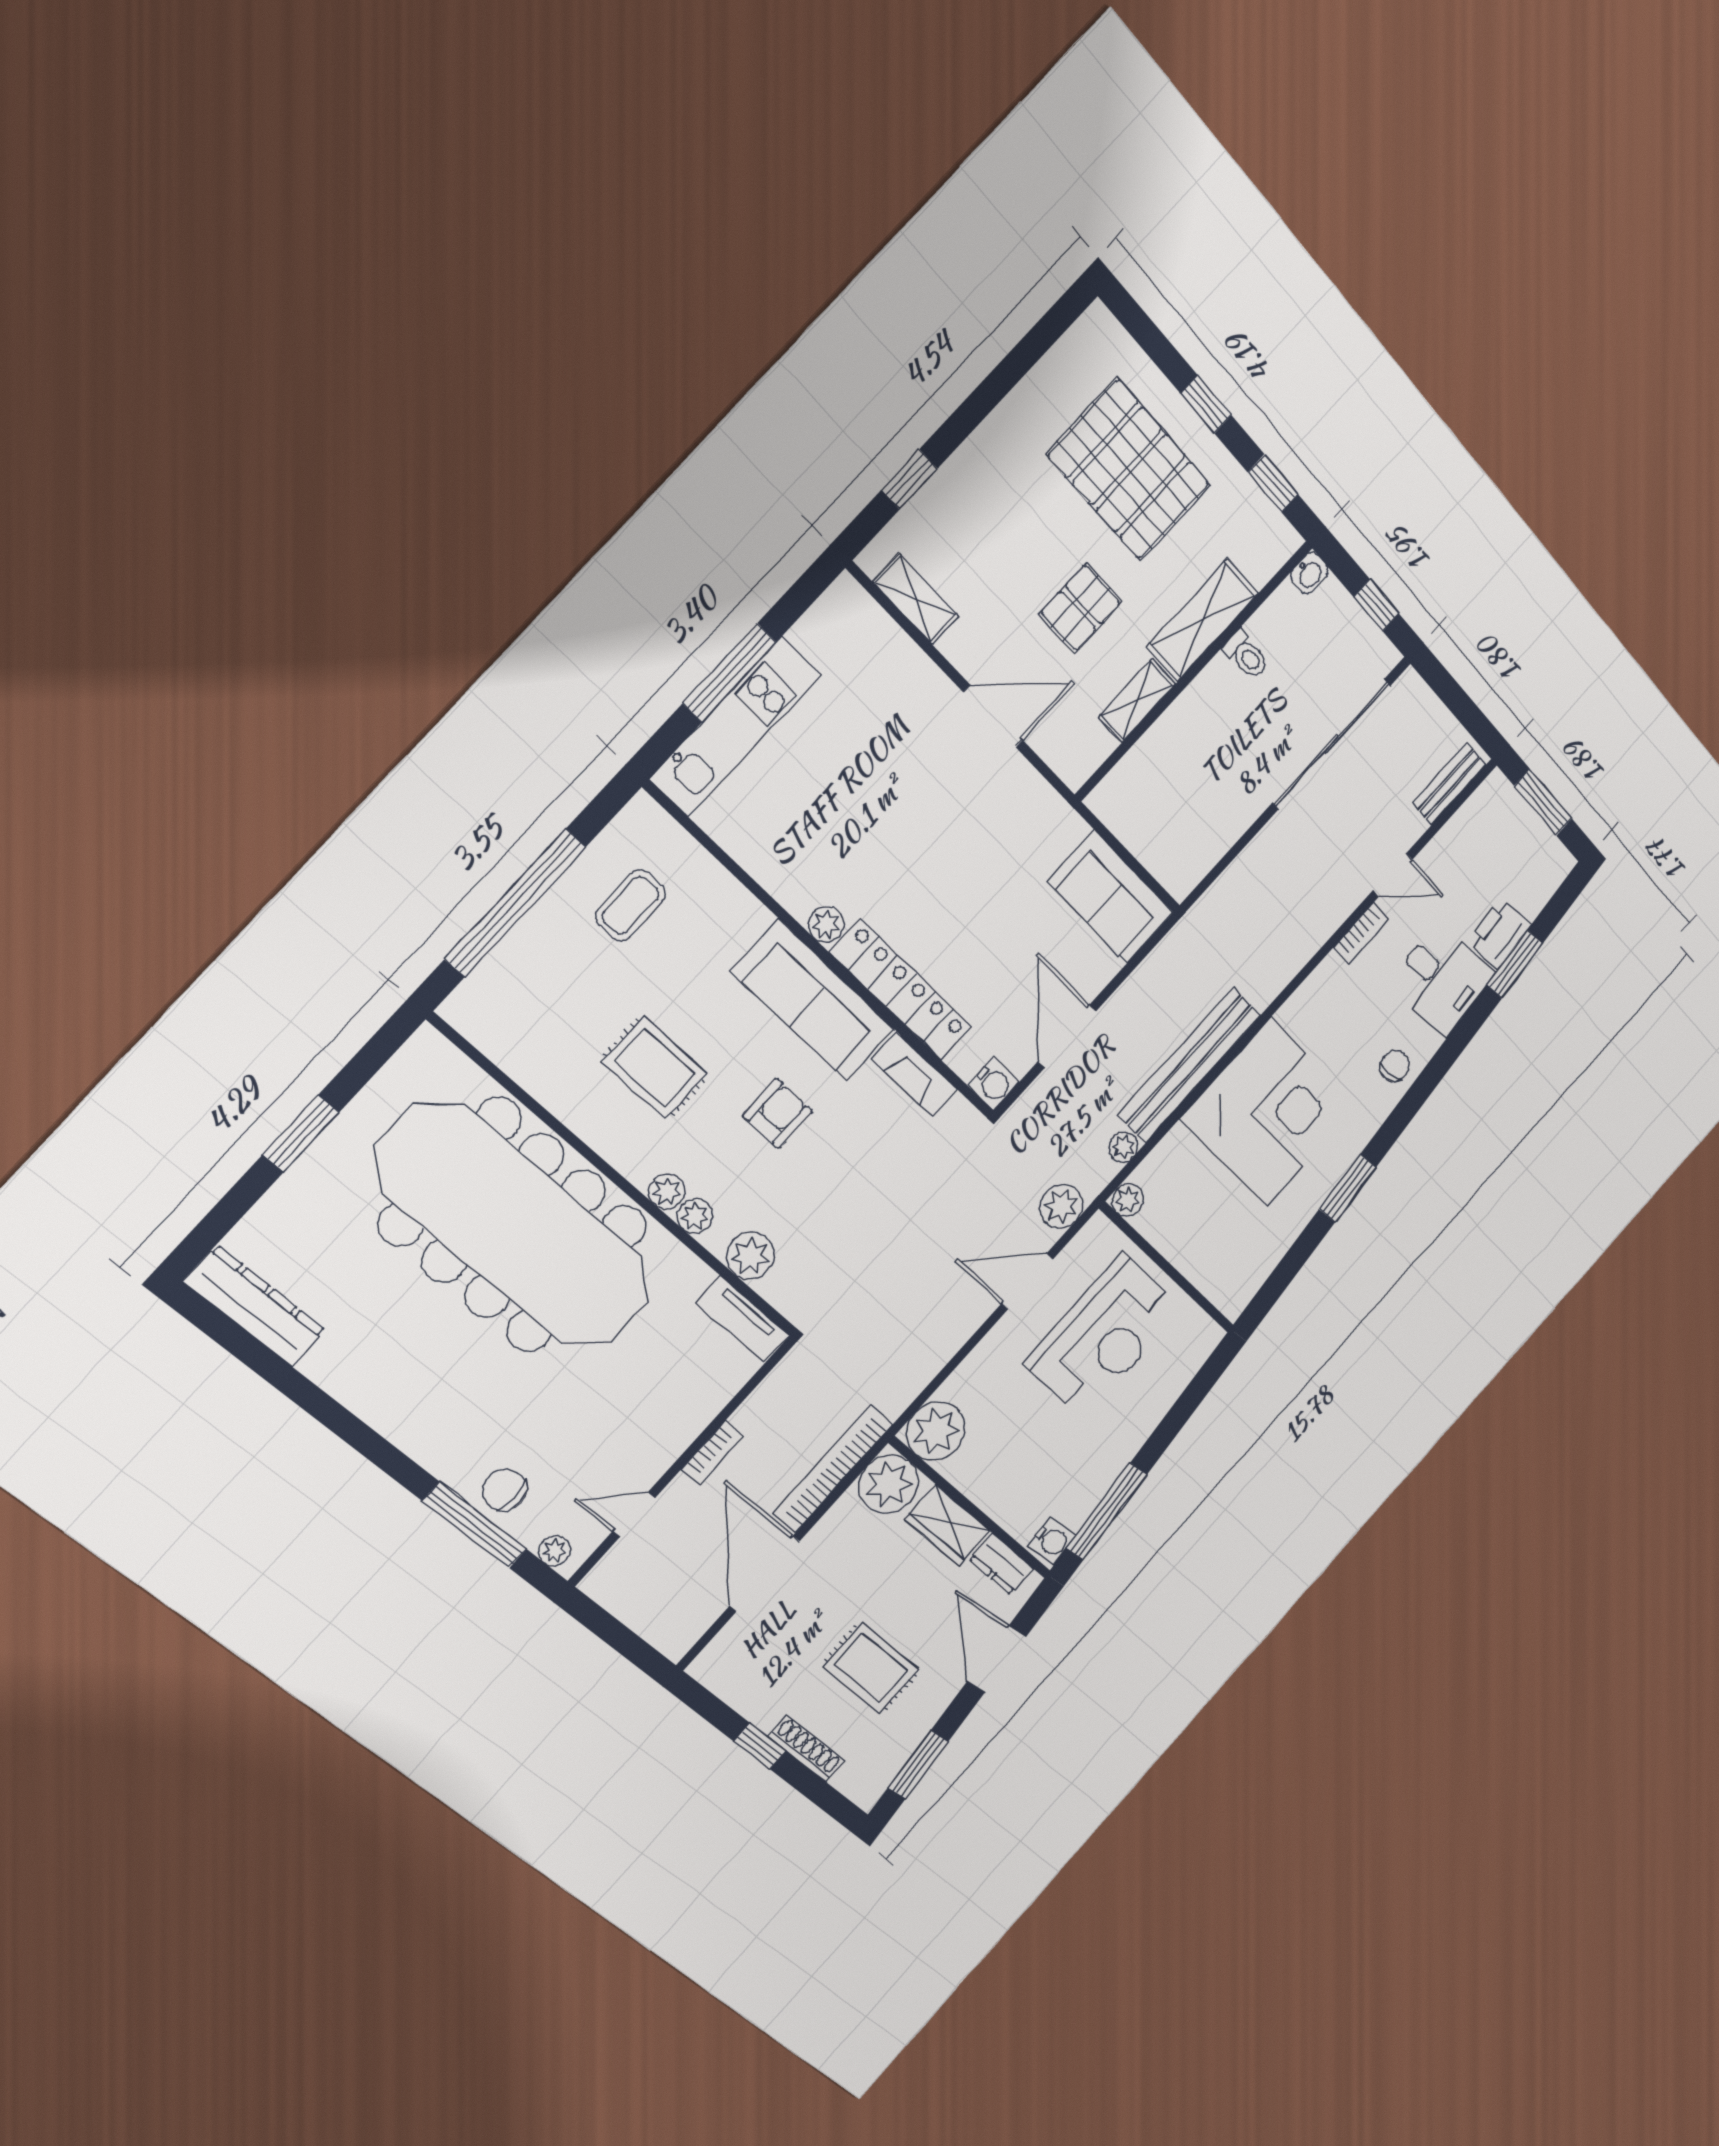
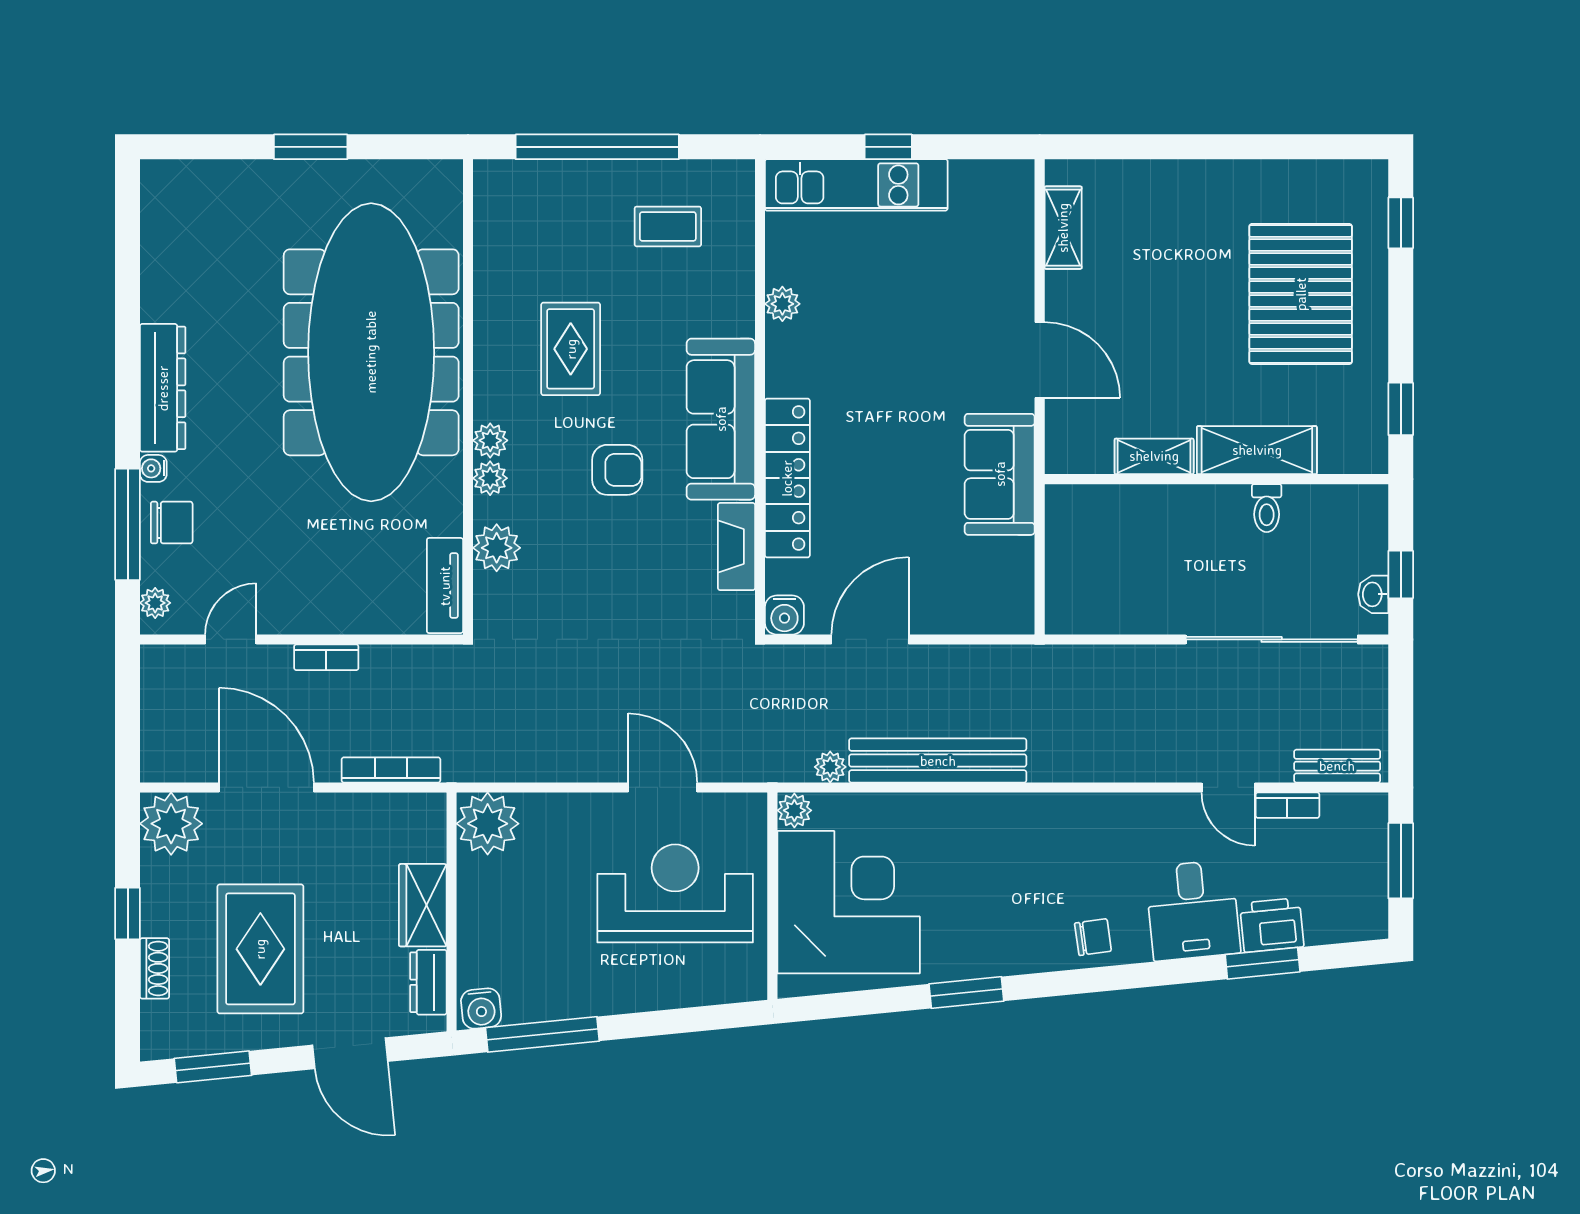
window: (1206, 404) -> (1401, 223), moved
window: (909, 479) -> (1137, 147), removed
washbasin: (1309, 573) -> (1373, 594), moved, turned 90
pallet: (1081, 608) -> (1175, 351), removed
window: (729, 673) -> (888, 147), width x0.46
sofa: (1111, 897) -> (1000, 474), moved
plant: (826, 925) -> (782, 304), moved
bookcase: (1361, 933) -> (1287, 805), moved
corner desk: (1269, 1113) -> (849, 902), moved, turned -90
plant: (1061, 1206) -> (742, 760), removed
dresser: (255, 1306) -> (163, 388), moved
reception desk: (1103, 1336) -> (675, 893), turned 180
bookcase: (833, 1469) -> (391, 770), width x0.68, depth x0.76
water cooler: (449, 1471) -> (153, 468), added
plant: (888, 1484) -> (171, 824), moved
chair: (505, 1490) -> (172, 523), turned 90
door: (634, 1515) -> (231, 639), hinge flipped
door: (765, 1574) -> (266, 787), hinge flipped
door: (997, 1659) -> (350, 1053), swing flipped
rug: (871, 1668) -> (260, 949), width x1.36, depth x1.43
shoe rack: (806, 1749) -> (155, 968), width x0.70

